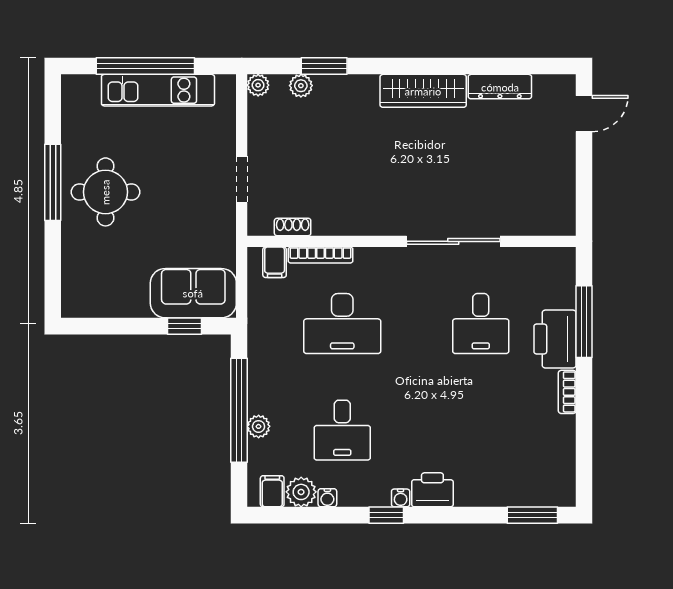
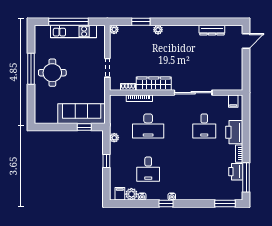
plant: (301, 86) -> (158, 30), moved
wardrobe: (423, 91) -> (154, 84), moved, turned 180
filing cabinet: (275, 262) -> (233, 101), moved
sofa: (193, 293) -> (82, 114), width x1.36
window: (584, 322) -> (246, 177), moved
window: (239, 410) -> (106, 161), width x0.32
plant: (259, 426) -> (114, 138), moved
printer: (432, 490) -> (236, 172), moved, turned -90

